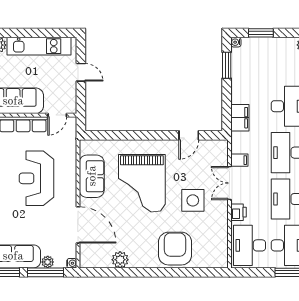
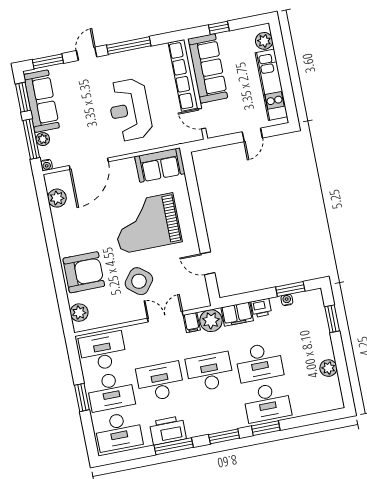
water cooler: (236, 42) -> (287, 300), moved
plant: (241, 142) -> (211, 321), added
sofa: (92, 176) -> (160, 165), moved
reception desk: (36, 178) -> (130, 110), turned -90
side table: (193, 200) -> (139, 281), turned 38
printer: (239, 212) -> (261, 308), moved
plant: (120, 260) -> (57, 198), moved
plant: (210, 260) -> (79, 313), added

